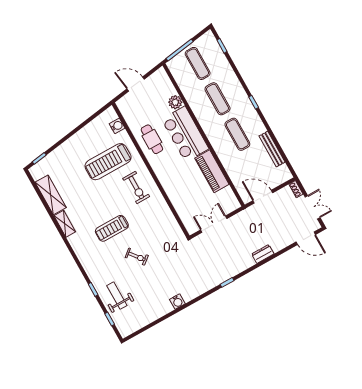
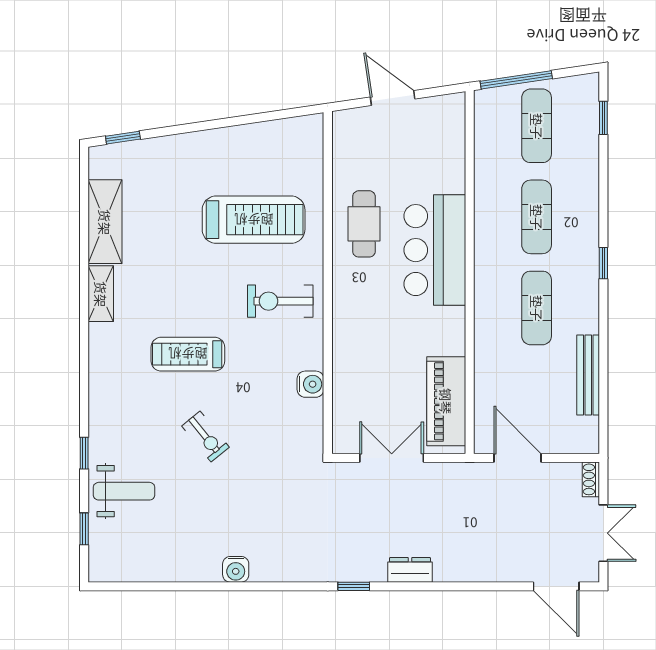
plant: (175, 102) -> (450, 177), removed
water cooler: (117, 126) -> (310, 384), moved
treadmill: (108, 162) -> (254, 220), turned 180
piano: (212, 171) -> (446, 401), moved
exercise bike: (136, 188) -> (280, 301), turned 90
dresser: (263, 254) -> (410, 570), moved
weight bench: (117, 296) -> (124, 491), turned 90

